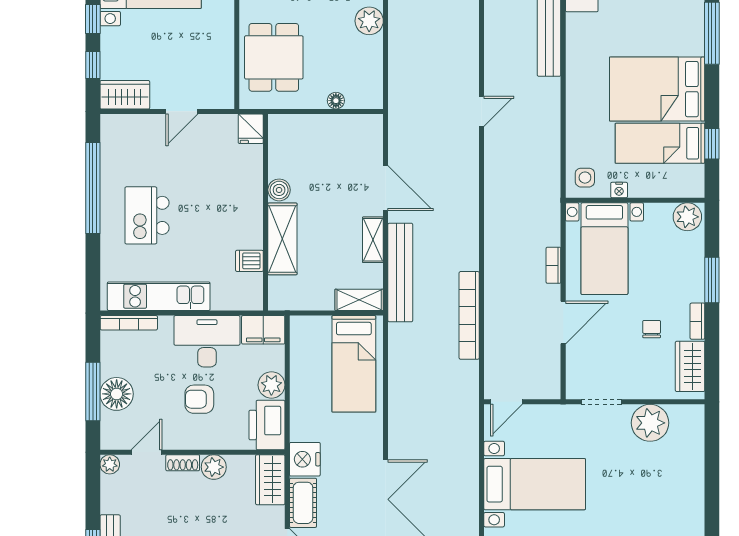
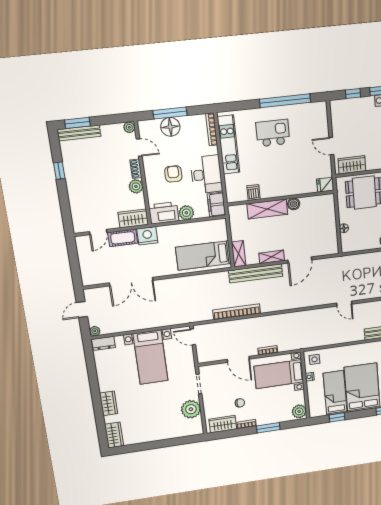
wardrobe: (125, 95) -> (352, 165), moved, turned -90

